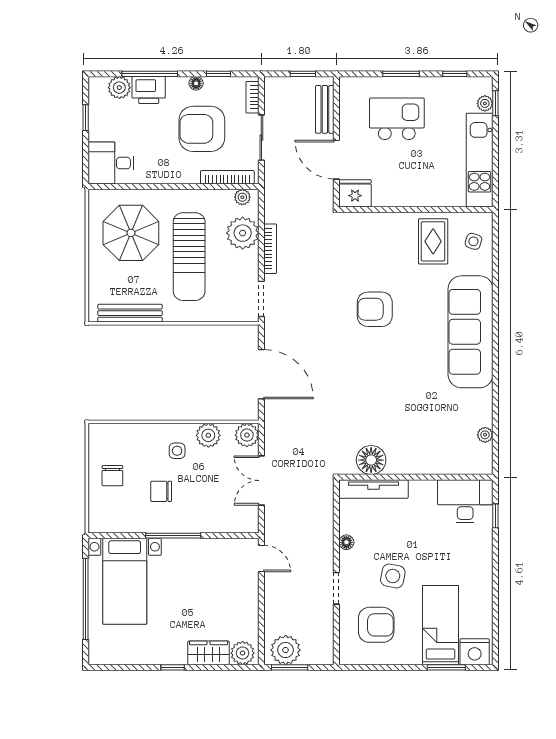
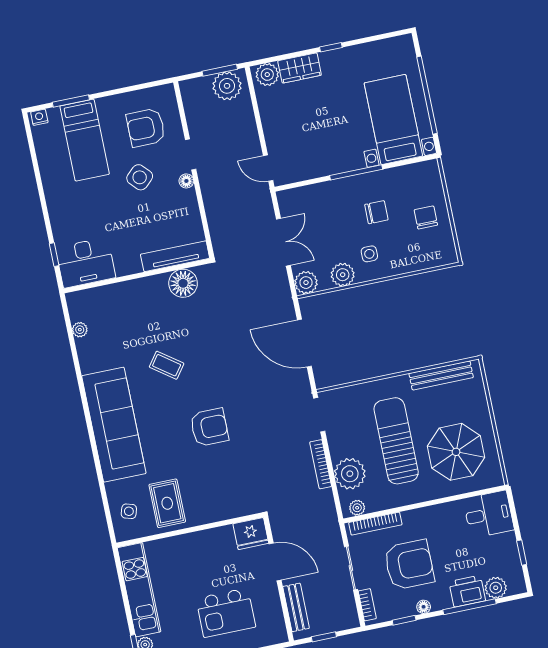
coffee table: (405, 381) -> (167, 365), added
floor lamp: (346, 542) -> (186, 181), moved
side table: (393, 576) -> (140, 177), turned 36
nightstand: (475, 652) -> (39, 117), width x0.53, depth x0.56

